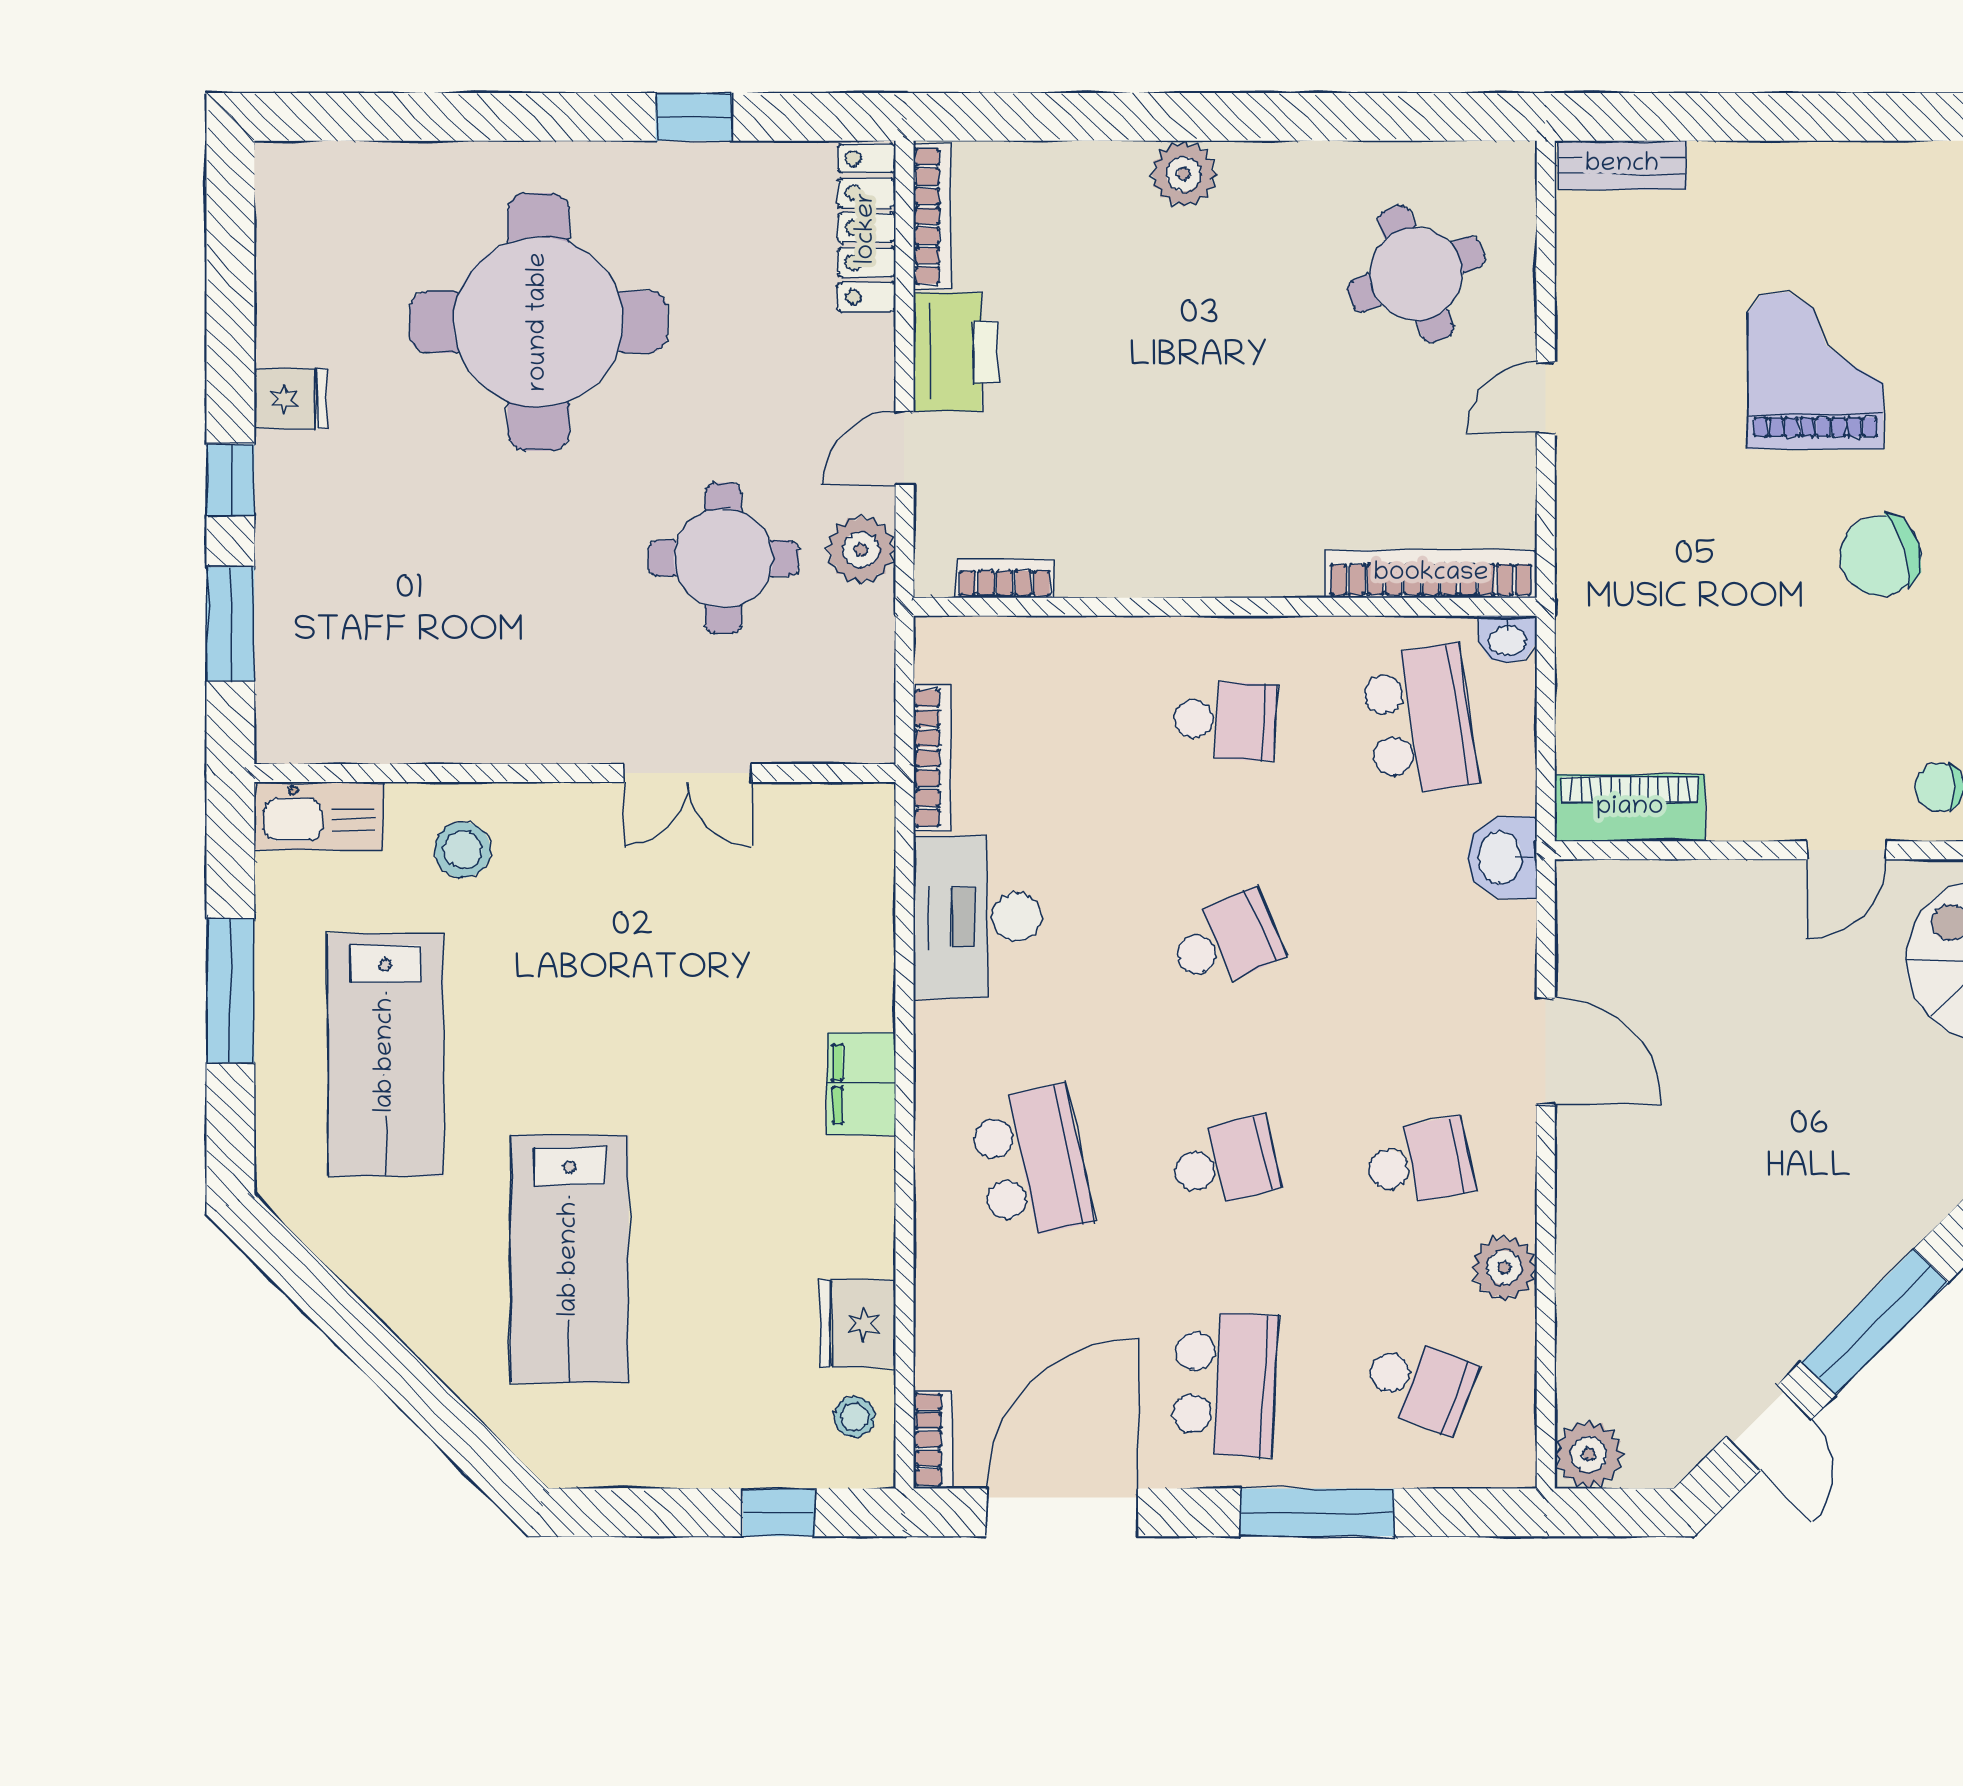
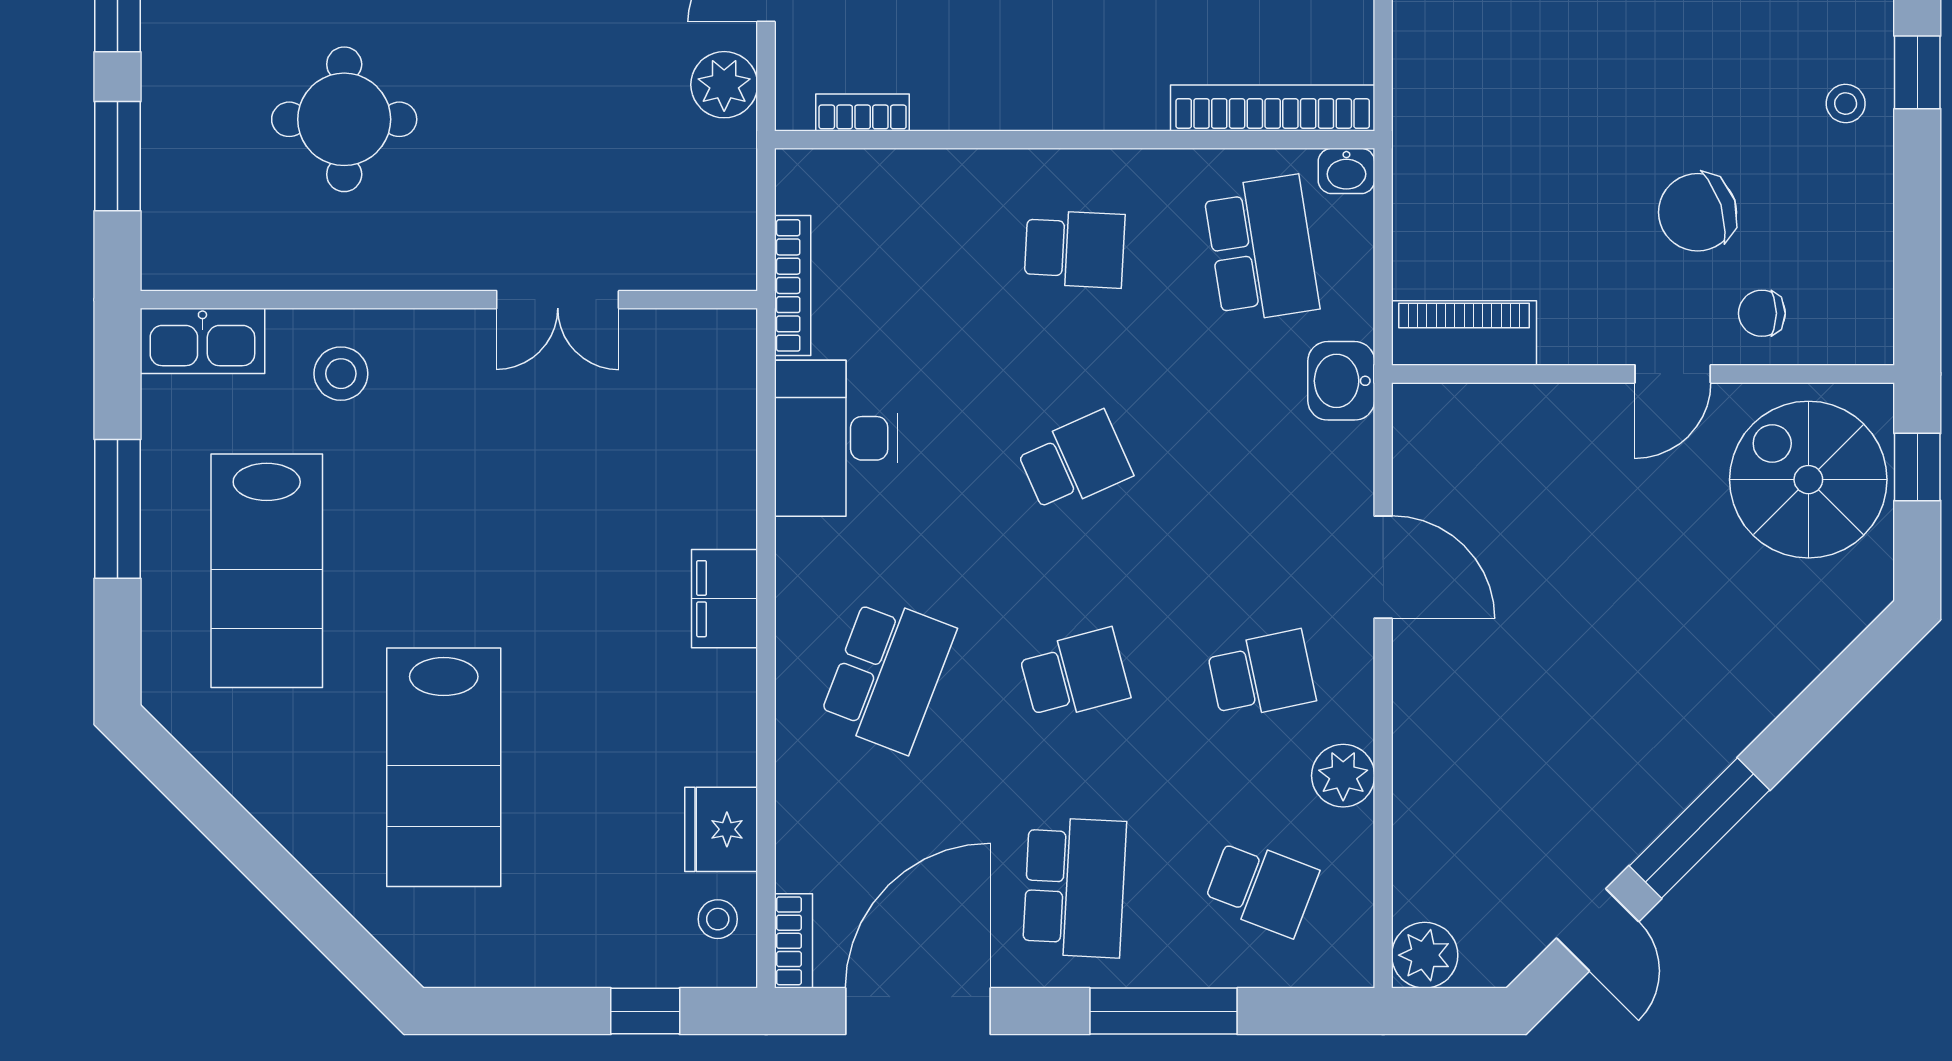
chair: (1880, 556) -> (1698, 212), moved
round table: (723, 558) -> (344, 119), moved
school desk: (1031, 1163) -> (888, 675), turned 33

